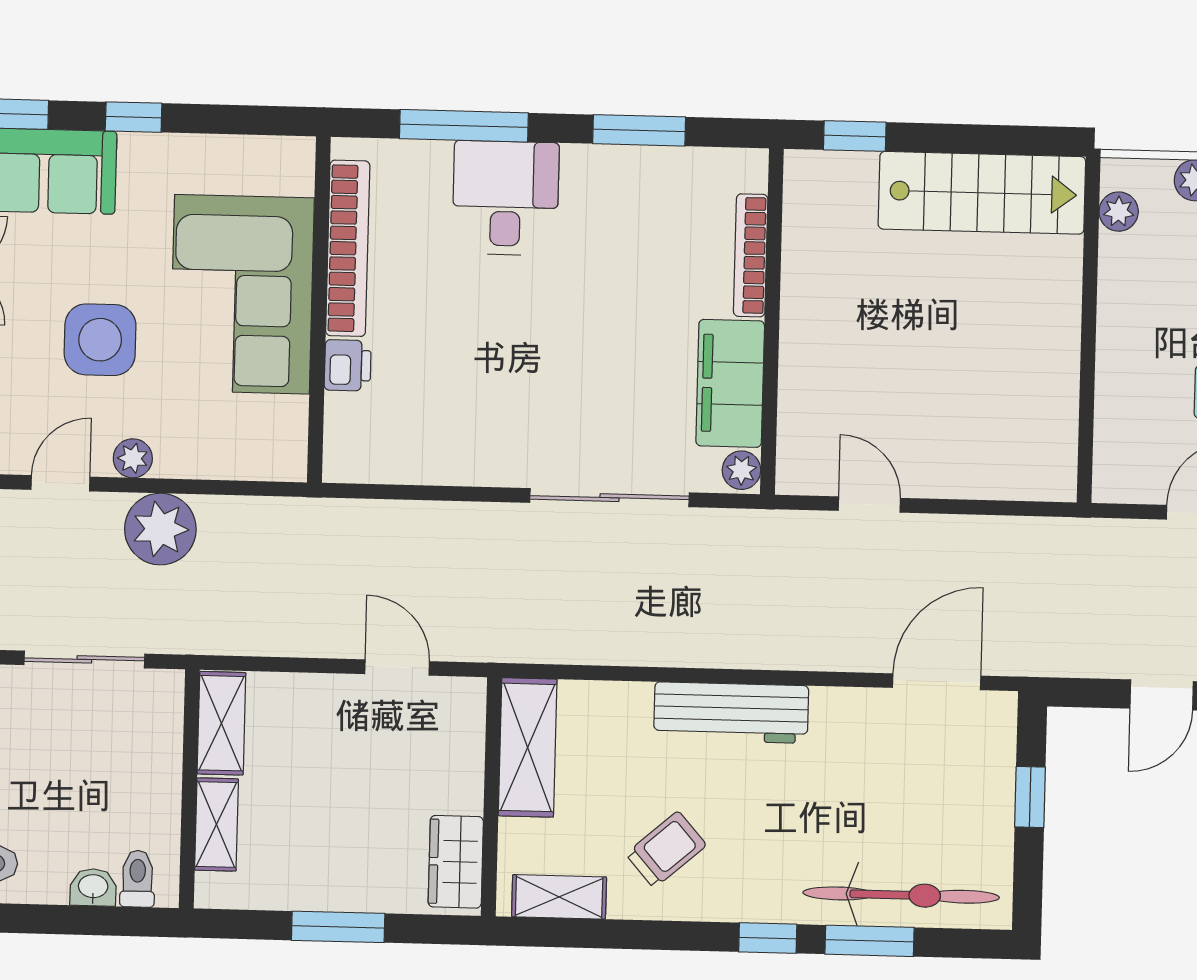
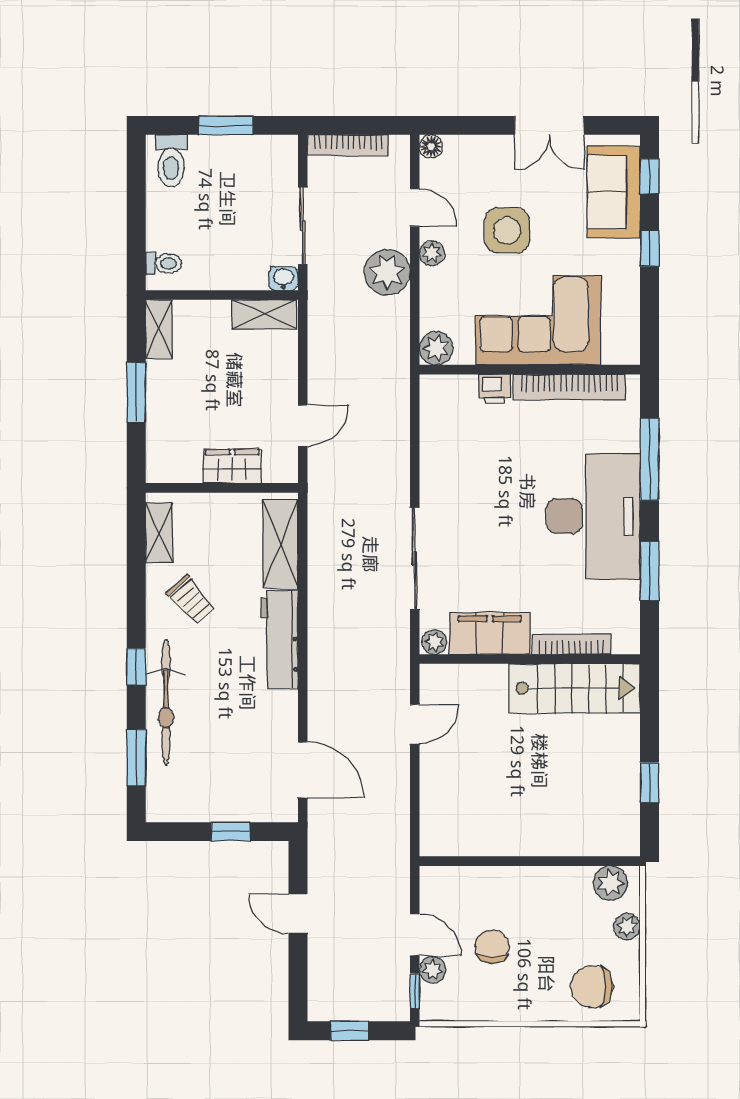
window: (855, 136) -> (650, 782), moved
stairs: (982, 193) -> (575, 688), moved, turned -90
desk: (506, 198) -> (593, 516), width x1.87, depth x1.30
plant: (1119, 212) -> (610, 883), width x1.38, depth x1.38
plant: (281, 455) -> (436, 348), added
shelving: (528, 747) -> (280, 544), moved, turned 90
shelving: (216, 824) -> (159, 329), moved, turned 90
wardrobe: (456, 862) -> (232, 466), moved
washbasin: (93, 887) -> (283, 278), moved, turned -90
bicycle: (901, 895) -> (166, 703), moved
window: (870, 941) -> (136, 758), moved

